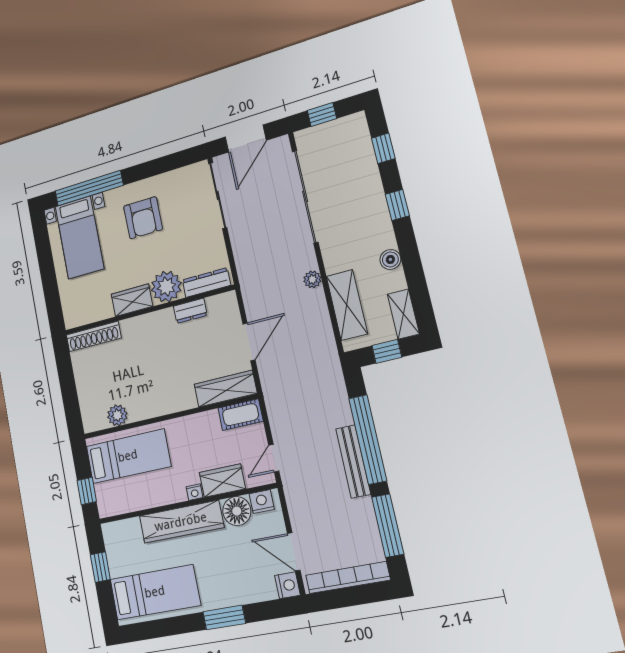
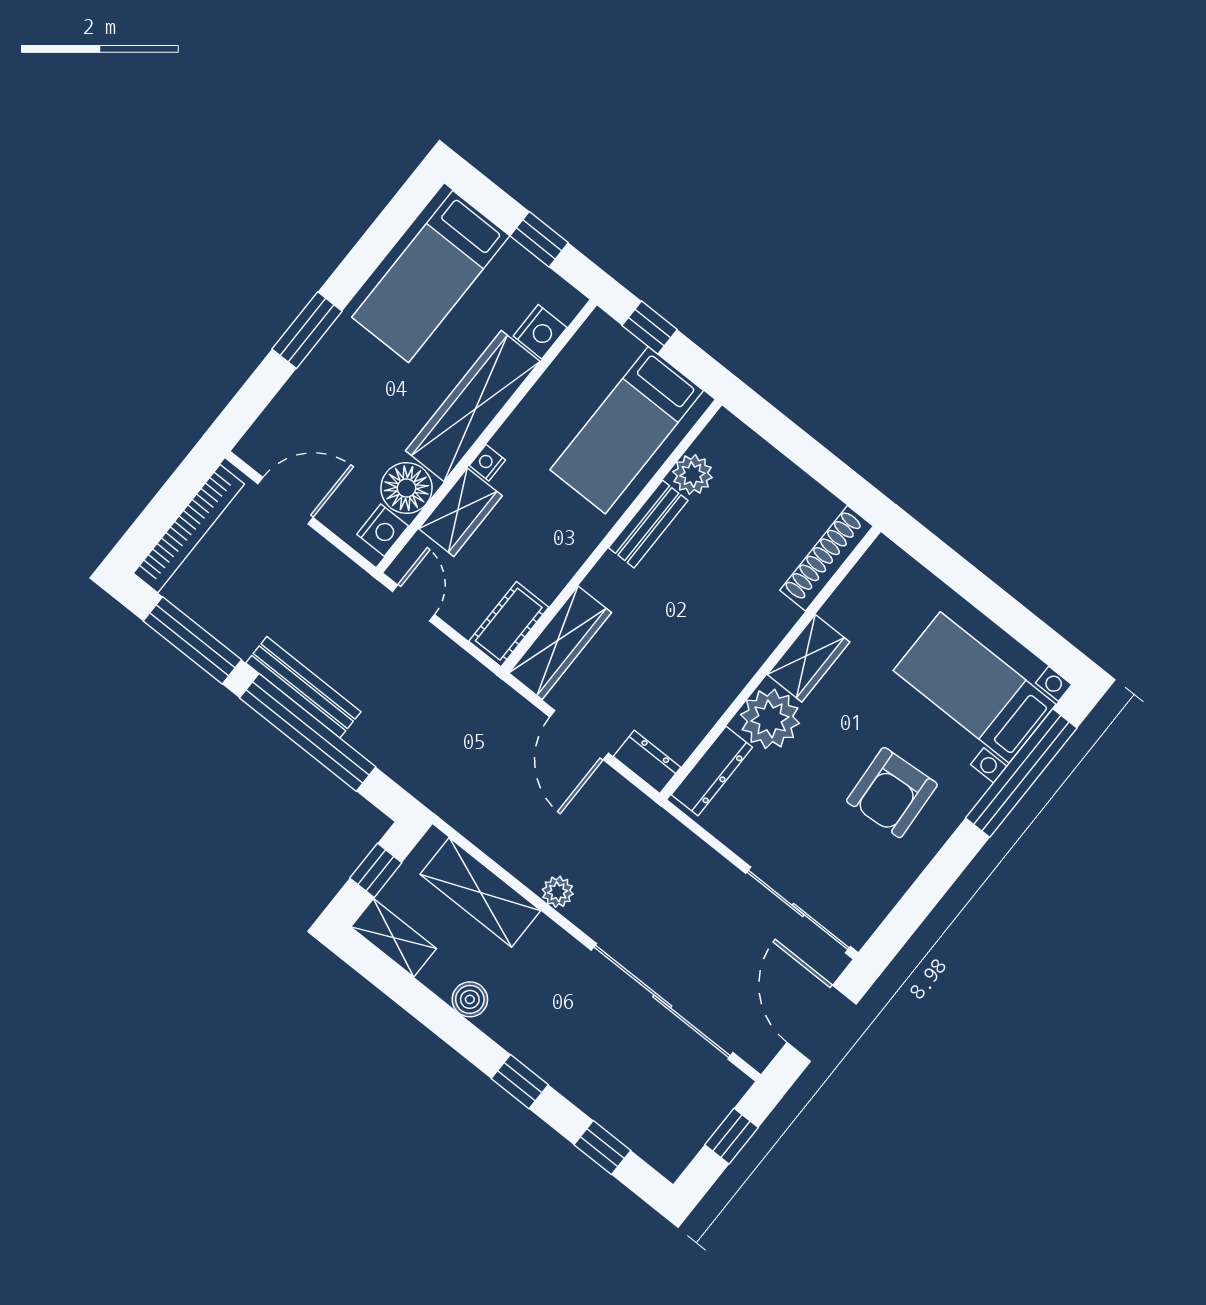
armchair: (143, 218) -> (892, 793), turned -94
dresser: (190, 311) -> (647, 762), moved, turned 90
bench: (150, 409) -> (648, 524), added
nightstand: (287, 585) -> (540, 332), moved, turned -90

